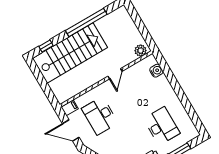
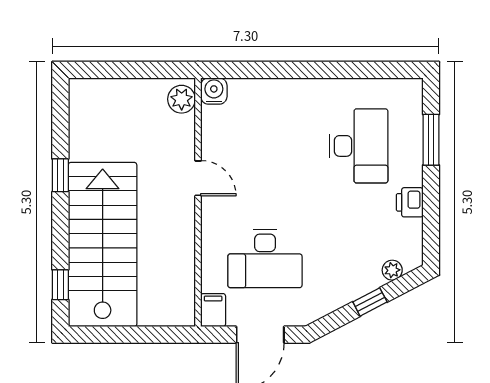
window: (86, 22) -> (60, 175), width x0.32
water cooler: (156, 71) -> (214, 91), moved
desk: (162, 126) -> (359, 146), turned 90

